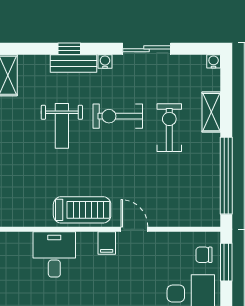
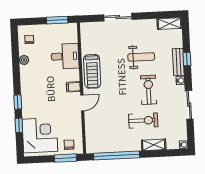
weight bench: (62, 126) -> (141, 57), turned 180

